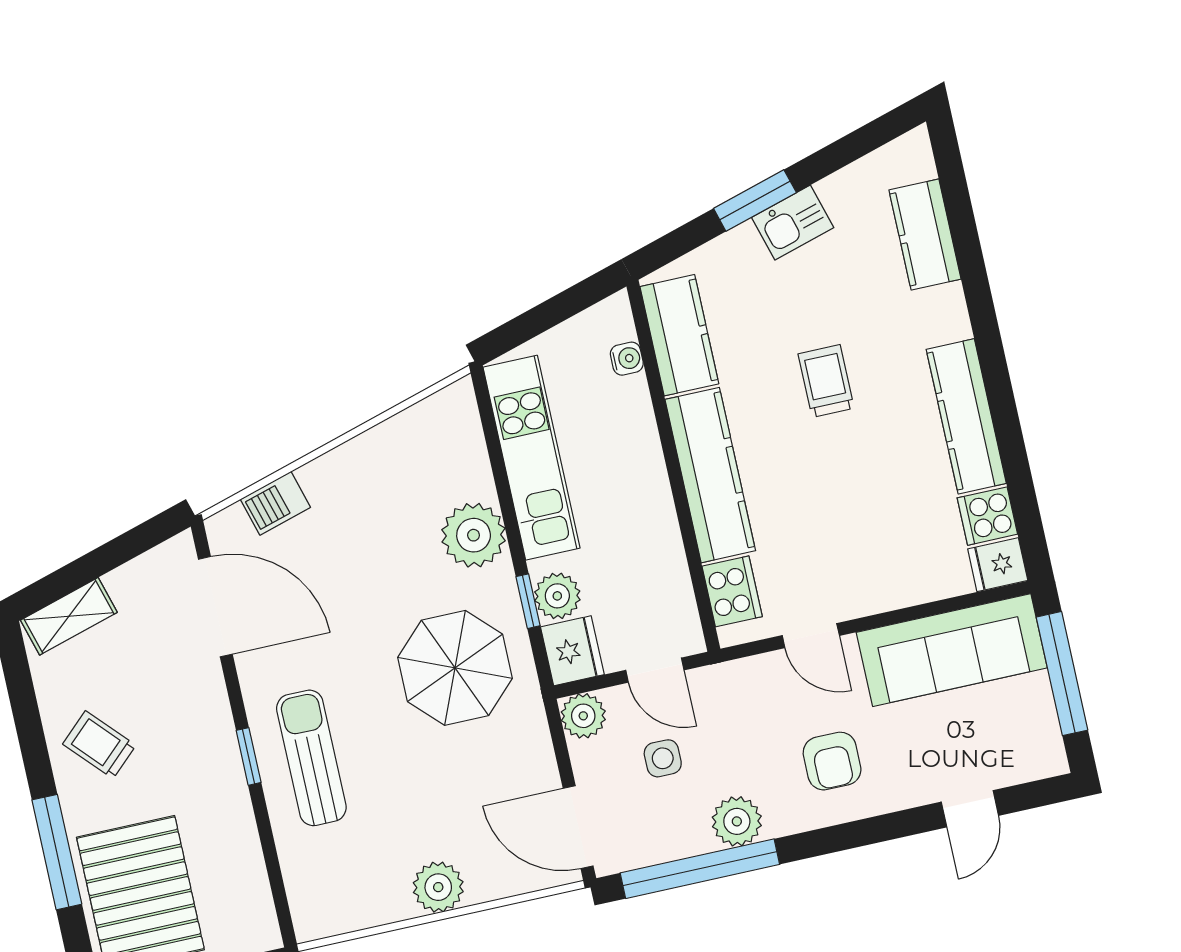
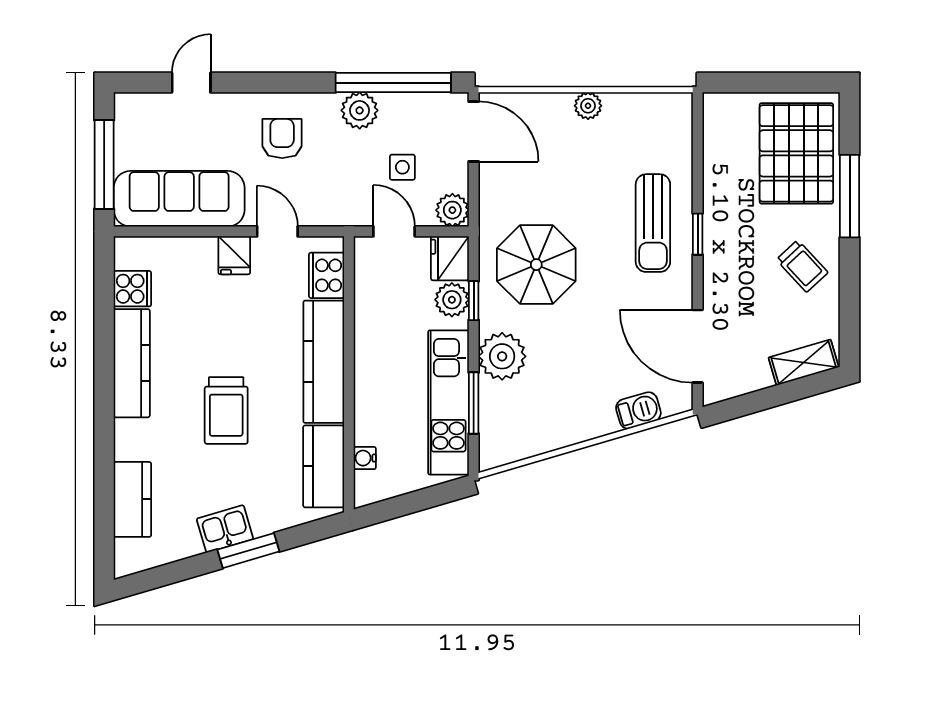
trolley: (826, 381) -> (226, 411), width x1.36, depth x1.39
window: (498, 464) -> (474, 403), added
fridge: (998, 565) -> (234, 255), moved, turned 90
plant: (438, 887) -> (588, 106), width x0.73, depth x0.73

